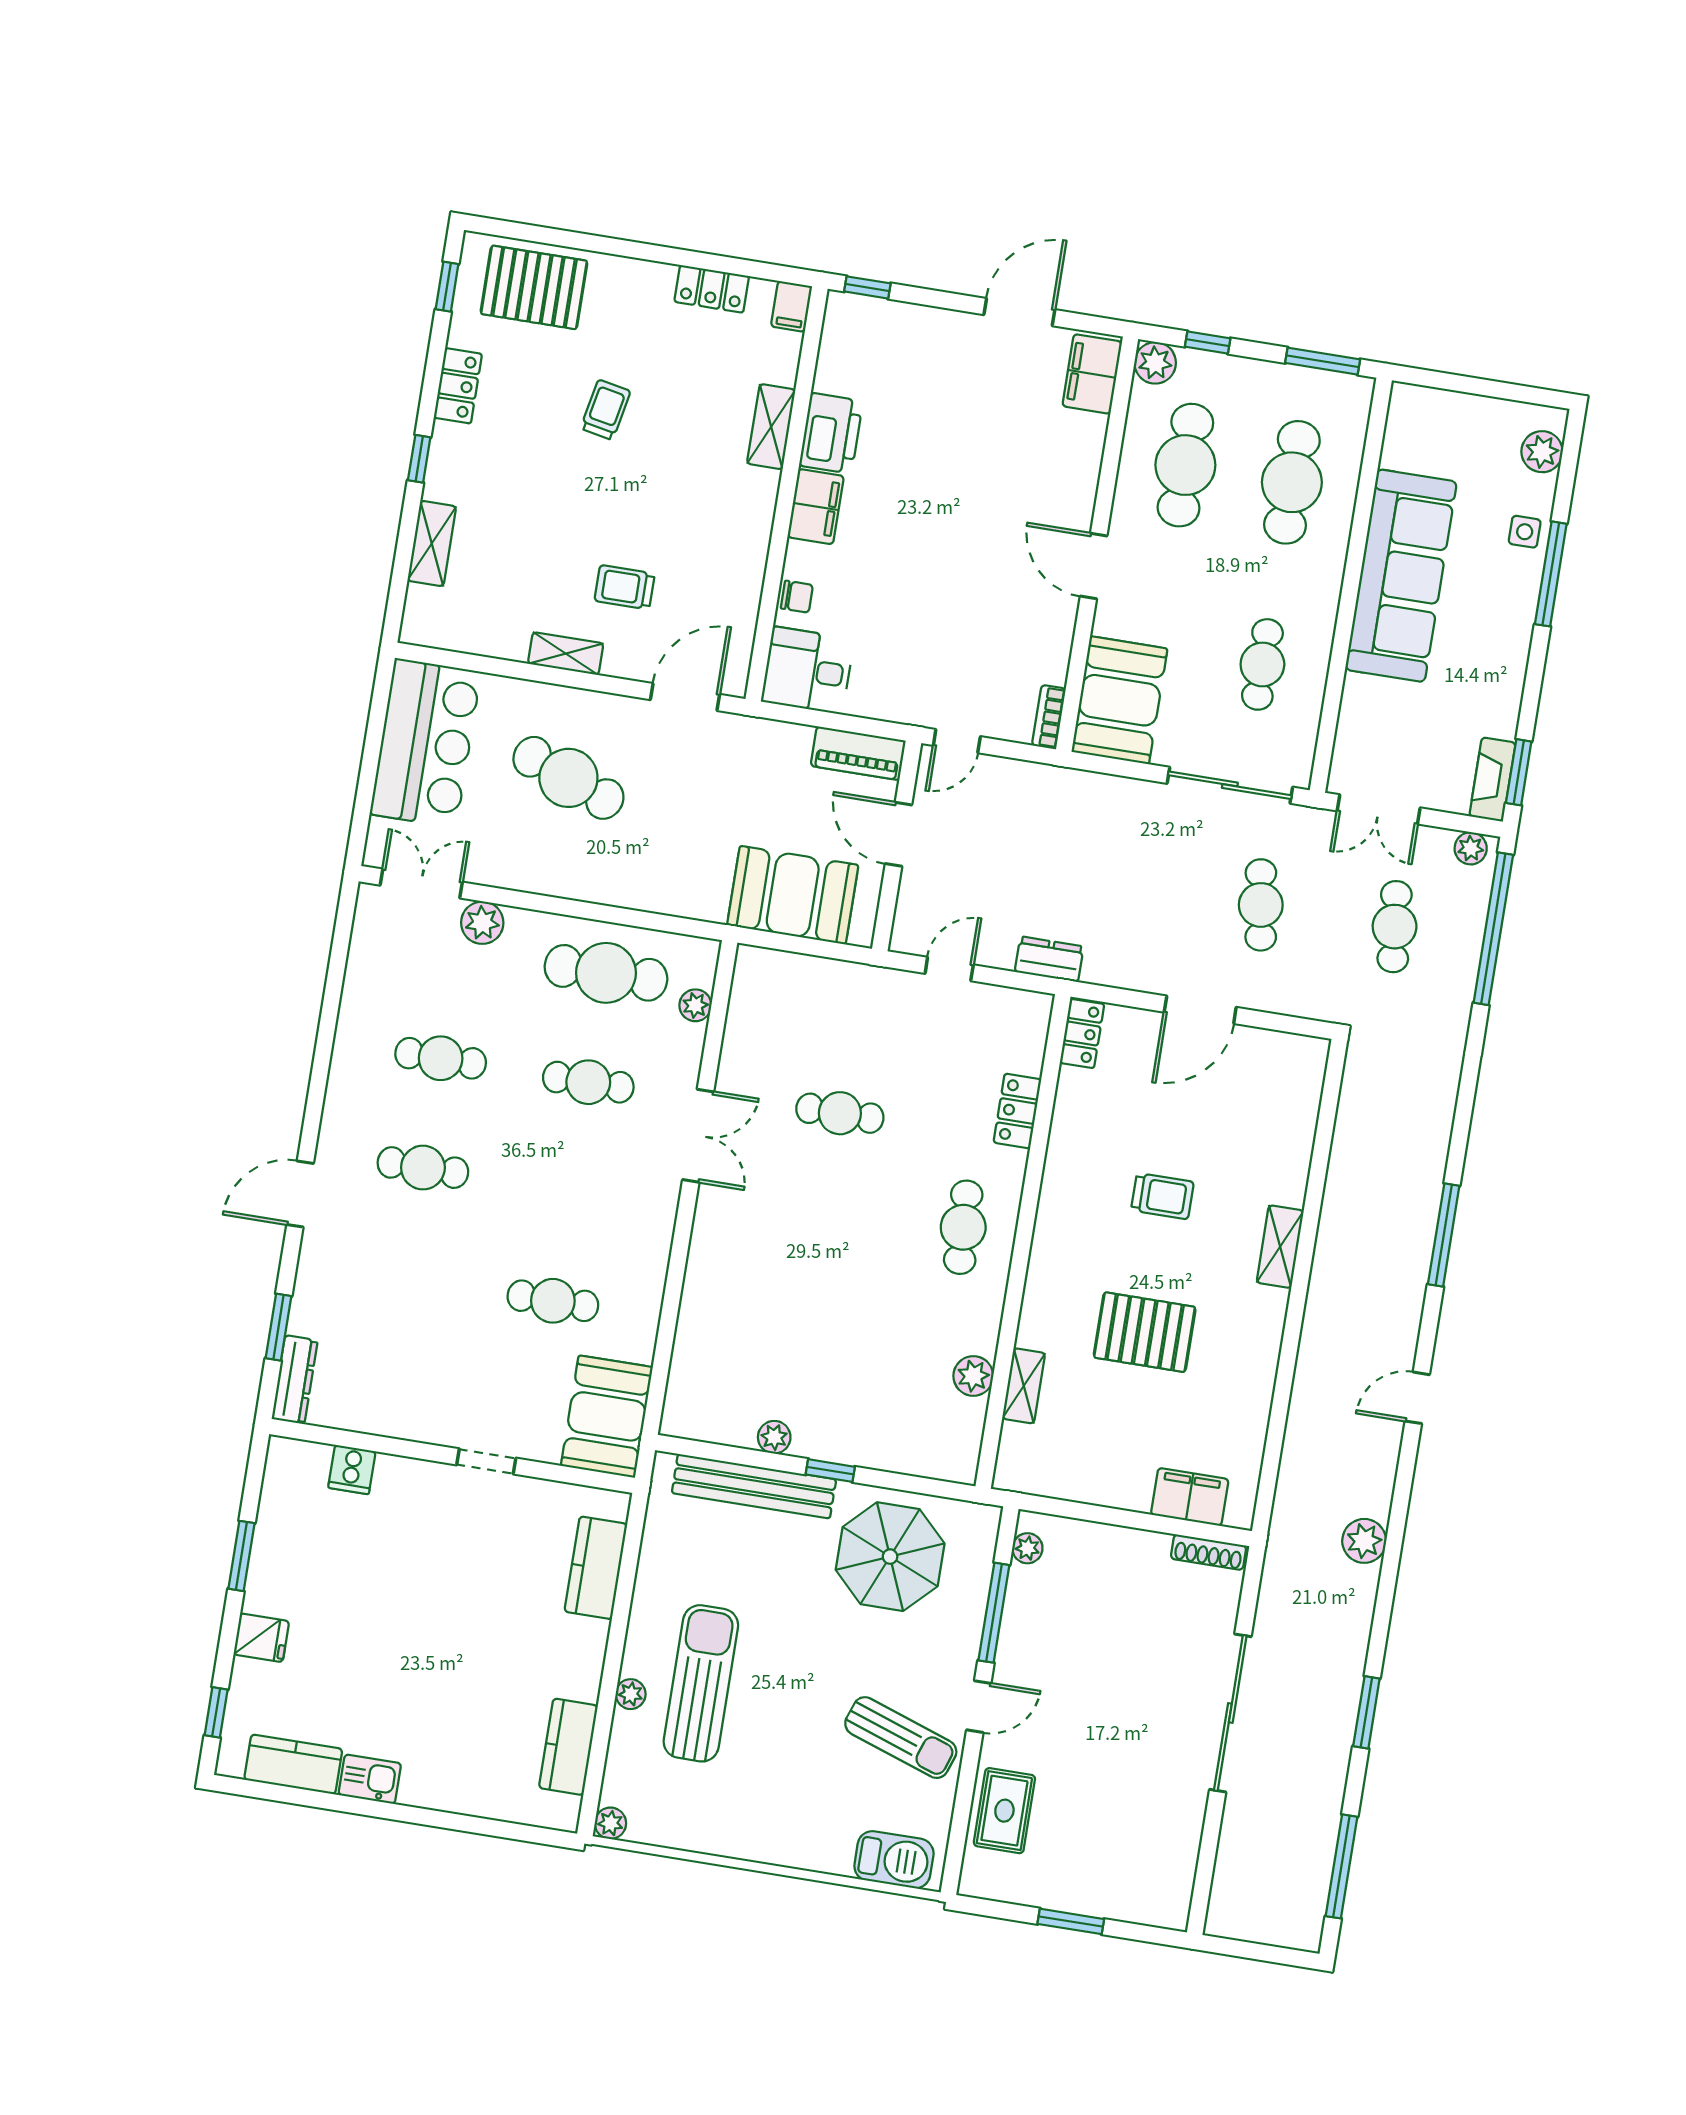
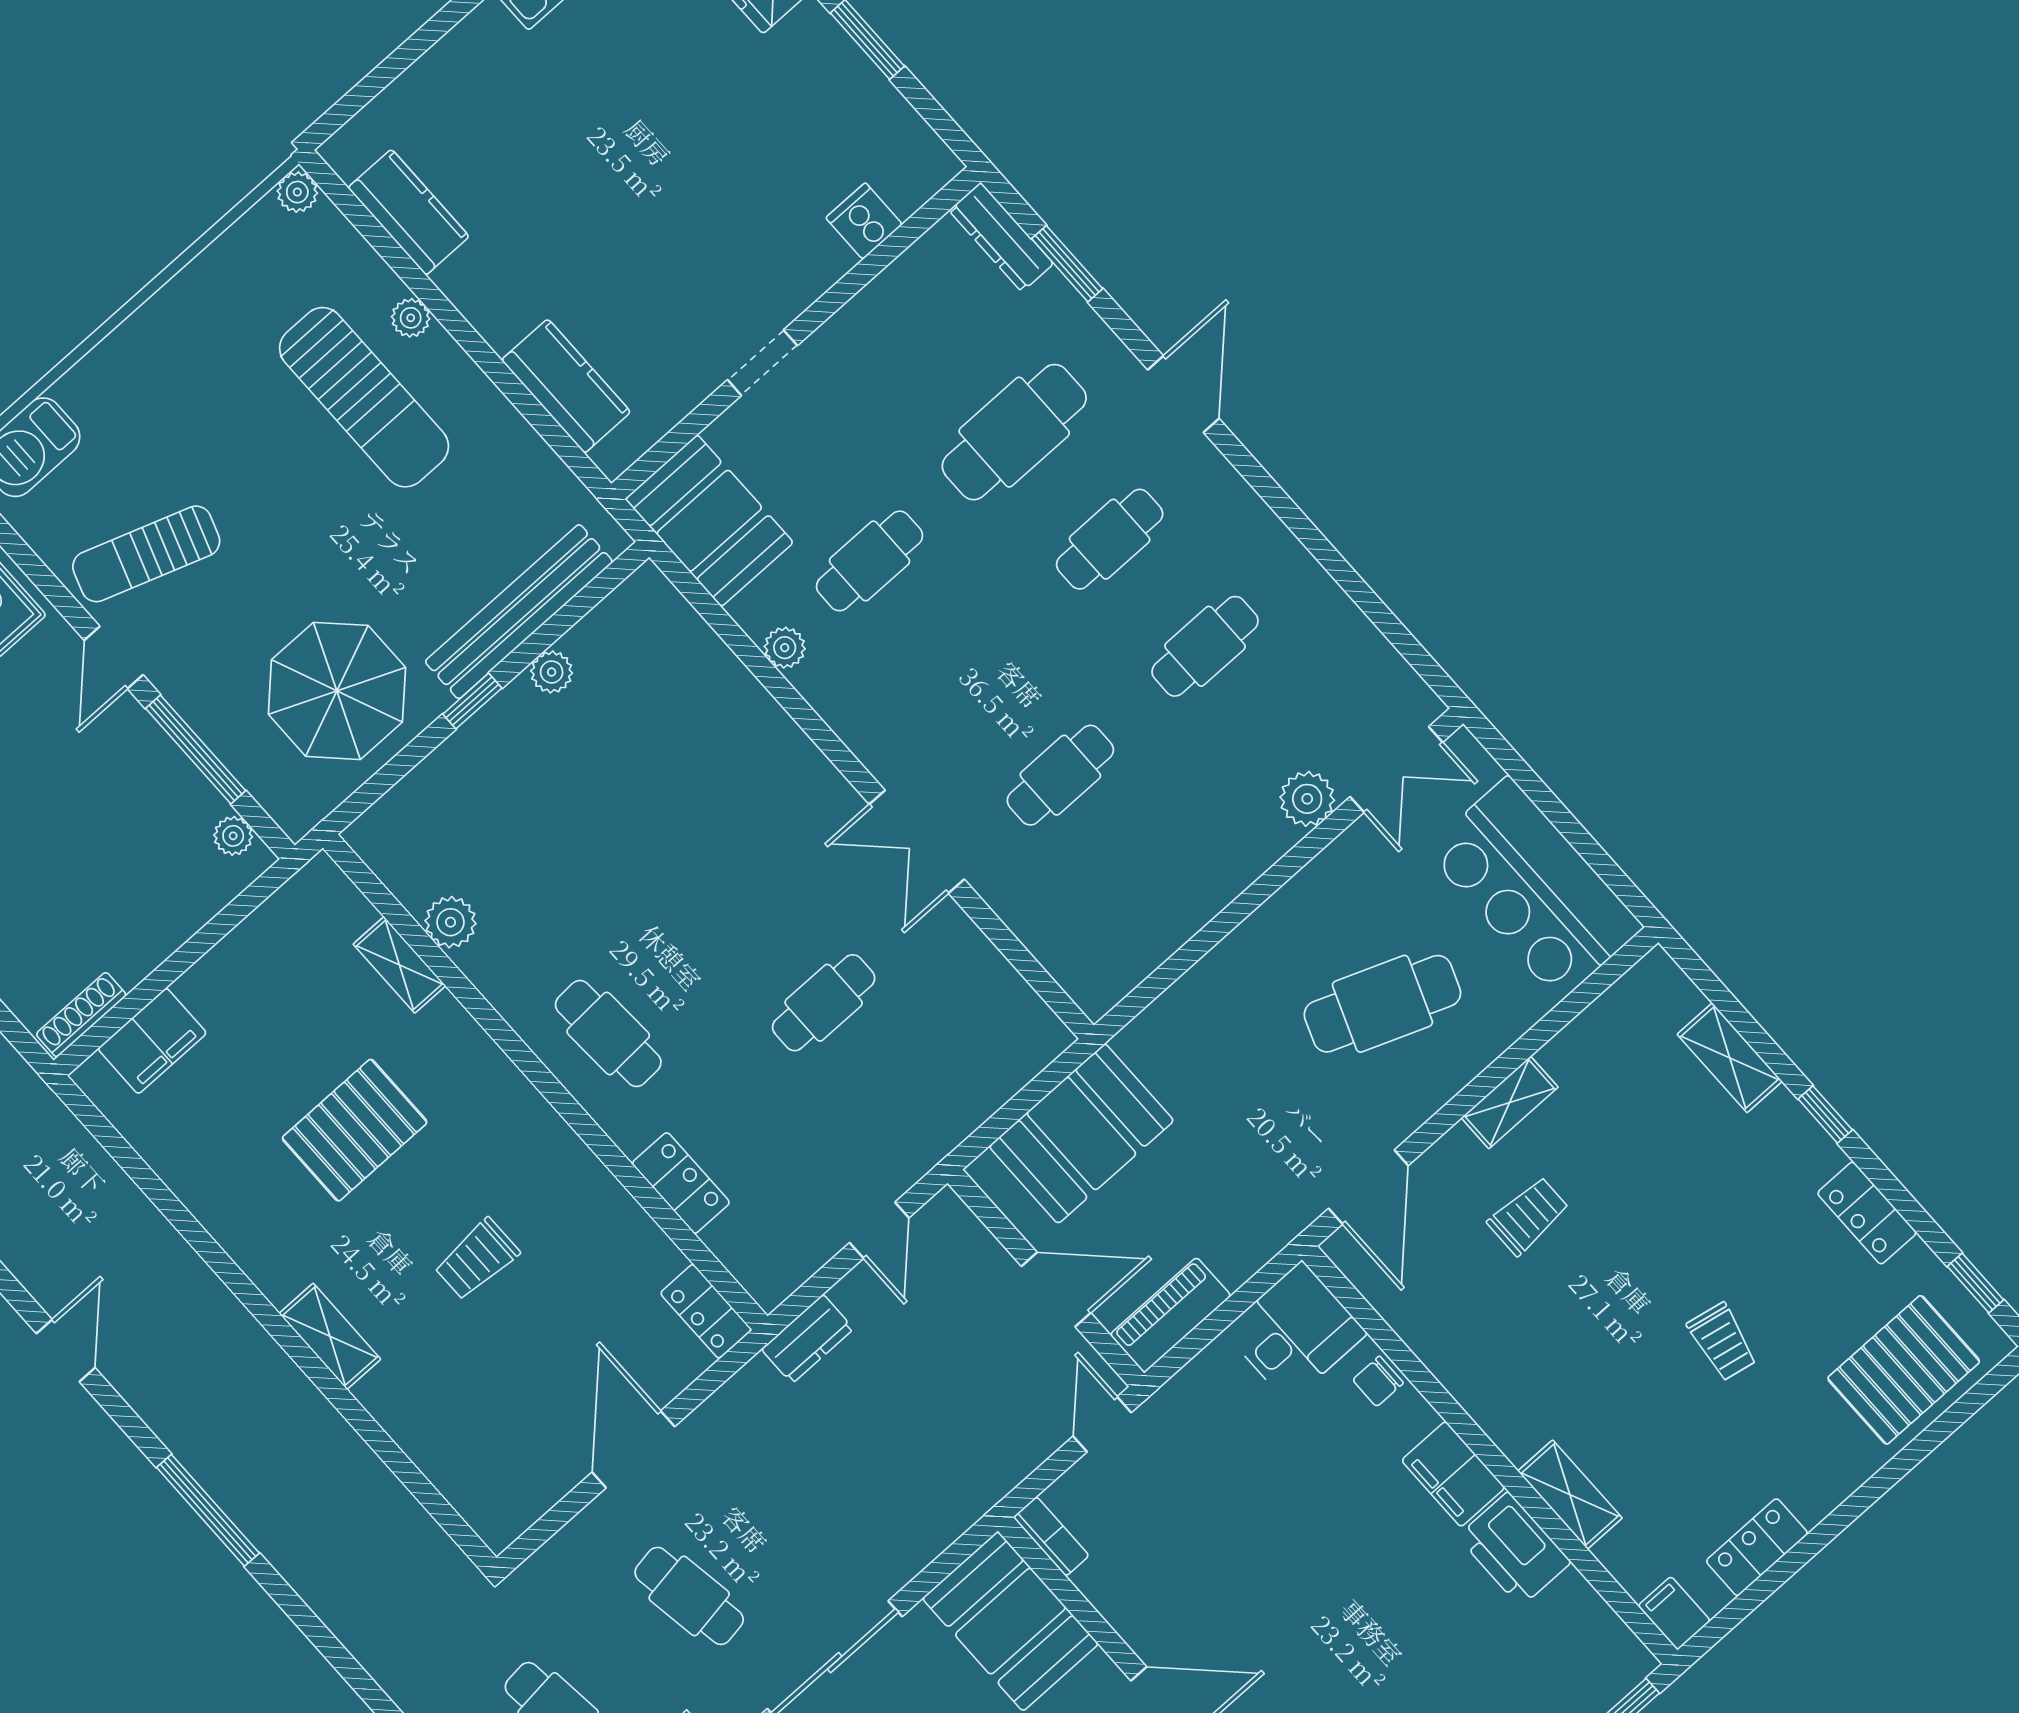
cafe table: (606, 973) -> (1014, 432), moved
plant: (695, 1005) -> (785, 648), moved

